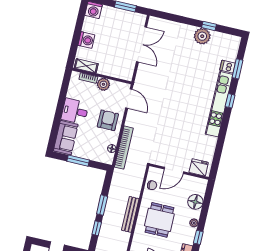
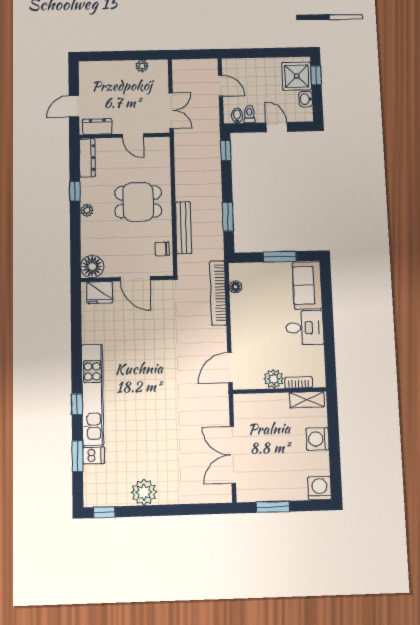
window: (209, 26) -> (104, 512), moved
door: (129, 99) -> (230, 367), hinge flipped
armchair: (108, 120) -> (252, 327), removed
door: (174, 170) -> (135, 279), swing flipped
floor lamp: (195, 202) -> (92, 266), moved
window: (102, 205) -> (228, 217), moved
bench: (130, 214) -> (184, 228), moved
dining table: (159, 220) -> (138, 202), turned 90
window: (97, 228) -> (226, 151), moved

